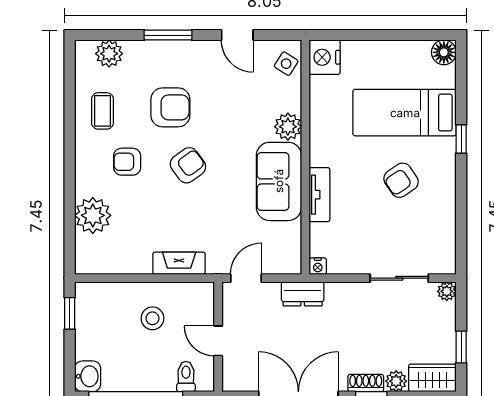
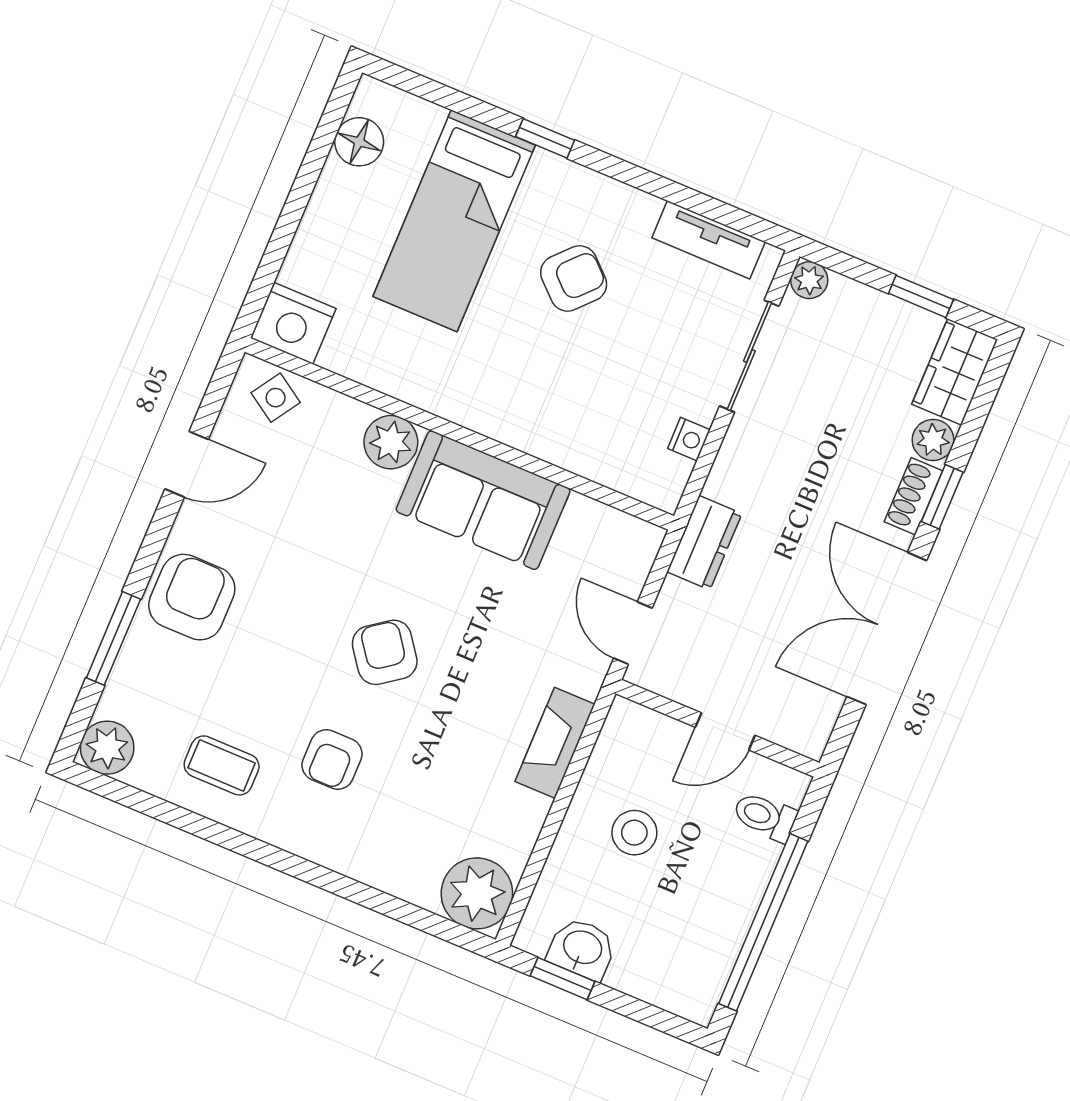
window: (168, 35) -> (113, 638), moved
floor lamp: (444, 52) -> (359, 142), moved
plant: (109, 54) -> (107, 748), moved
armchair: (170, 107) -> (192, 597), moved
armchair: (401, 180) -> (574, 278), turned -103
tv unit: (319, 195) -> (709, 240), moved, turned 180
plant: (93, 215) -> (477, 893), moved
nightstand: (318, 266) -> (689, 439), moved
washbasin: (88, 376) -> (582, 949), moved

